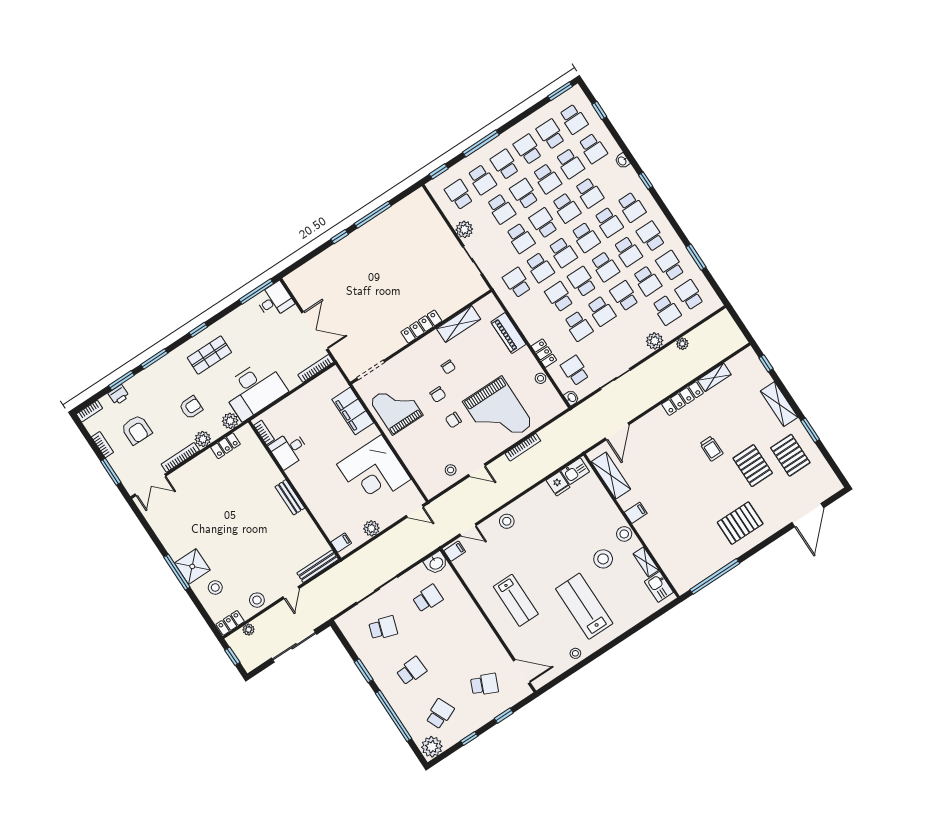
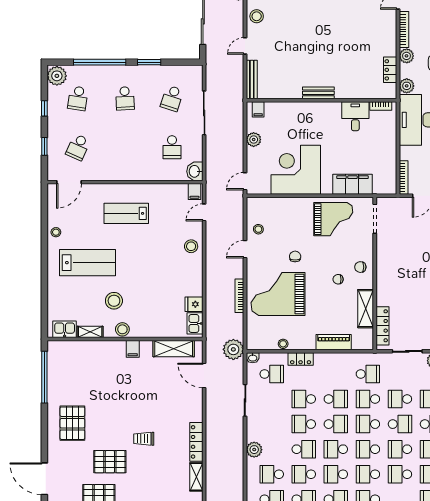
locker: (421, 327) -> (382, 326), moved
plant: (682, 344) -> (233, 349), moved, width x1.87, depth x1.87
chair: (438, 395) -> (360, 267), moved
door: (291, 593) -> (245, 46), hinge flipped
school desk: (440, 714) -> (78, 98), turned 33

